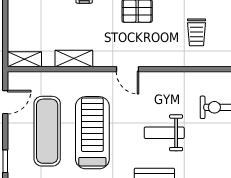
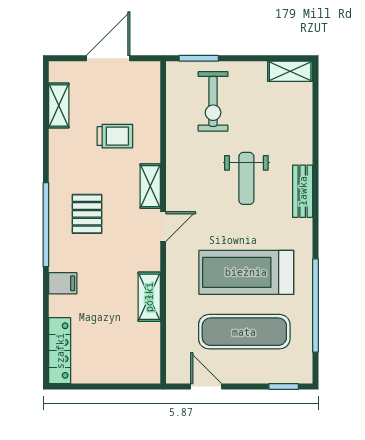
shelving: (24, 59) -> (150, 186), moved

